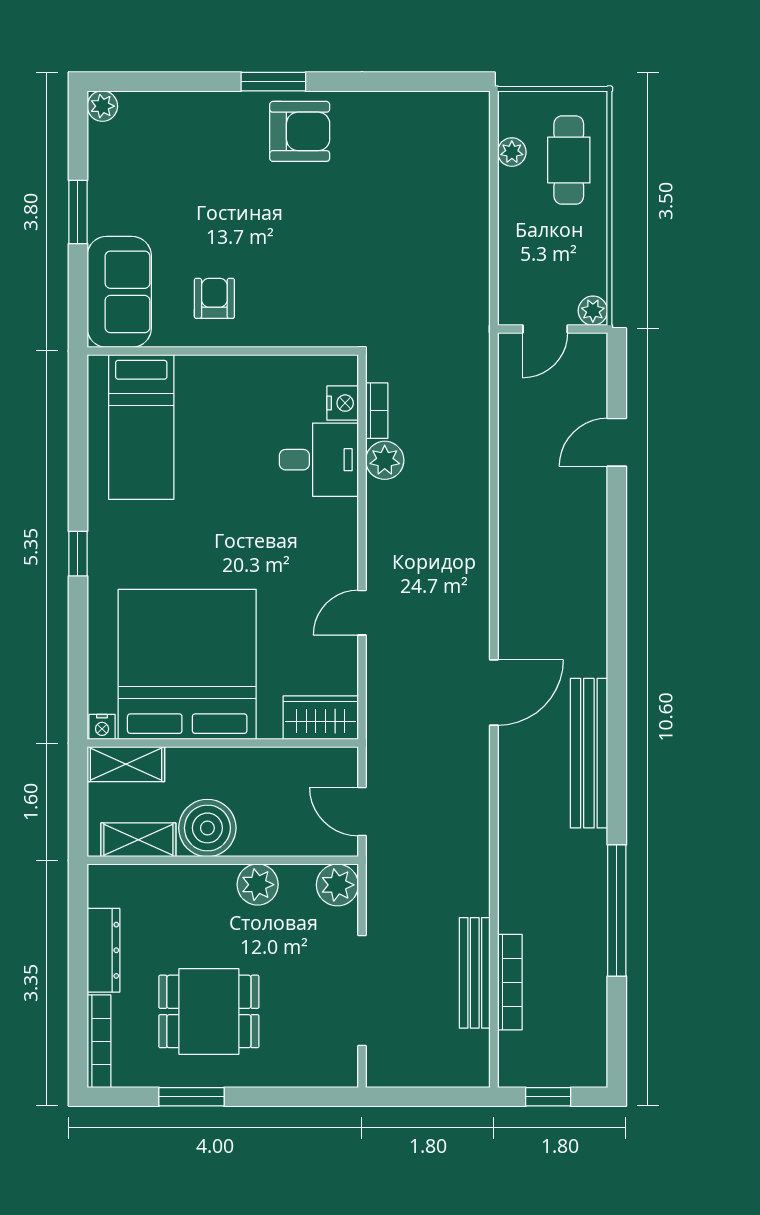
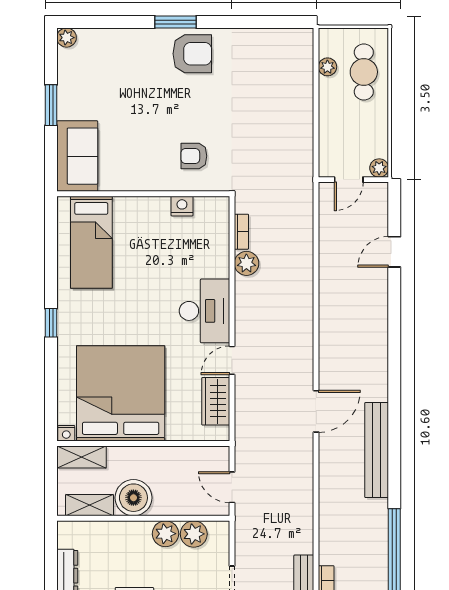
armchair: (214, 298) -> (194, 156), moved, turned -90
nightstand: (343, 403) -> (182, 206), moved, turned -90
desk: (319, 460) -> (205, 311), moved, width x1.37
wardrobe: (321, 718) -> (216, 401), moved, turned -90
plant: (337, 885) -> (194, 534), moved

